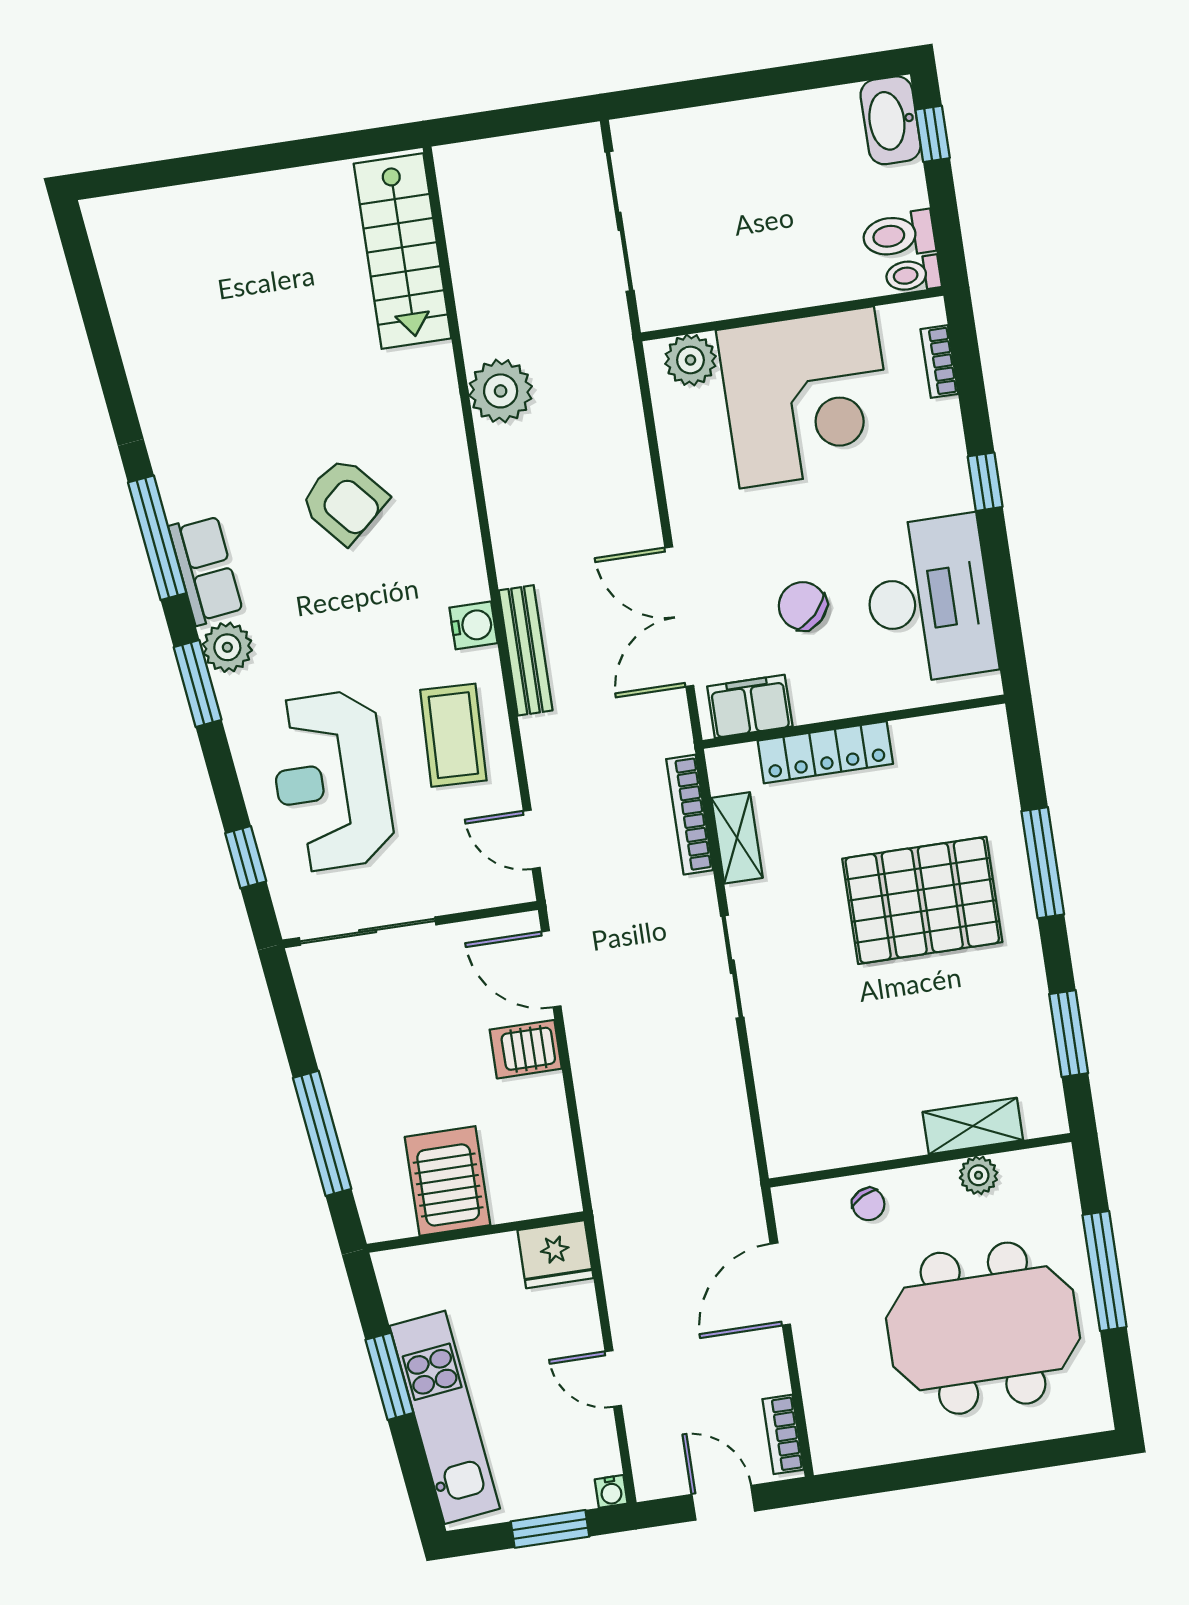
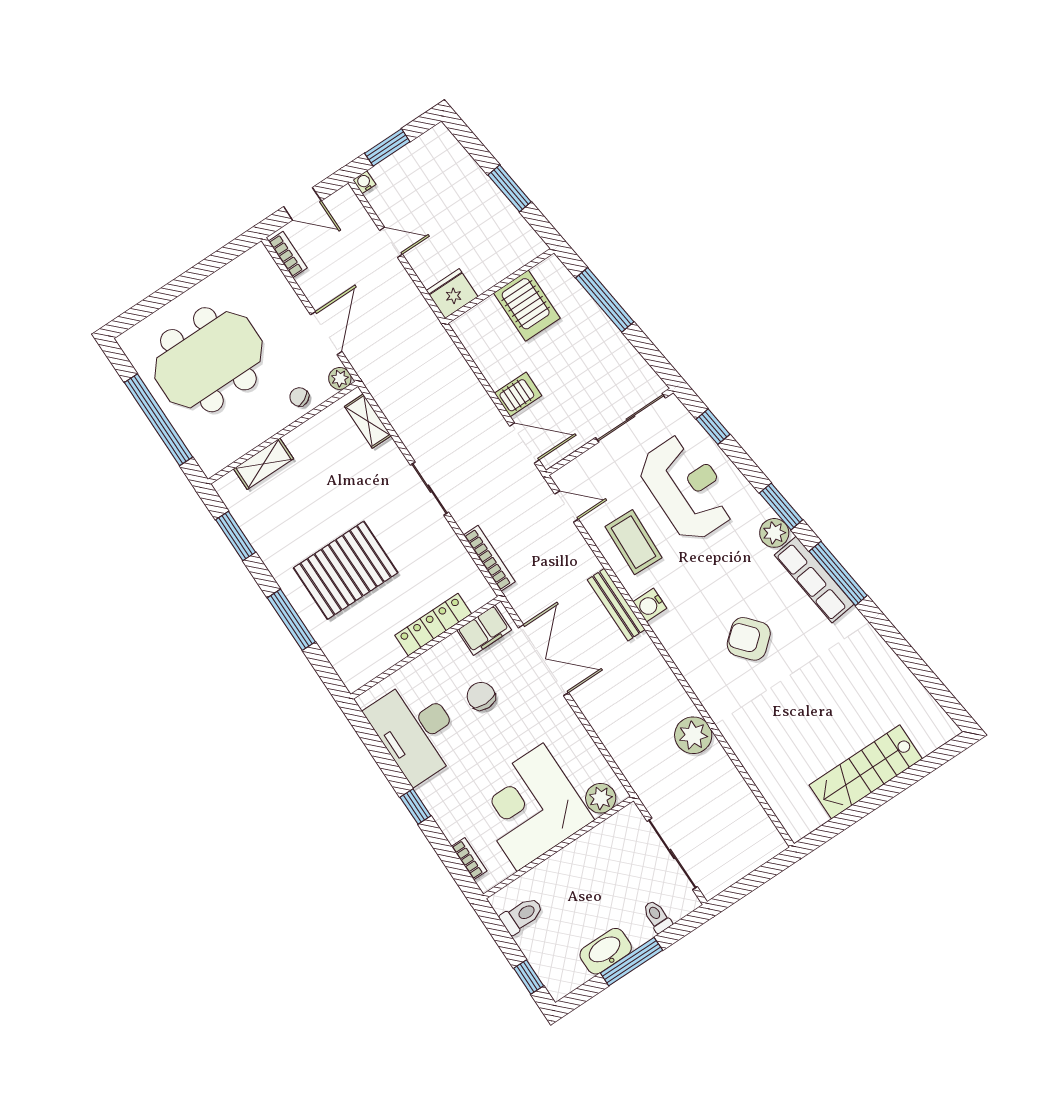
window: (761, 83) -> (631, 962), added
washbasin: (891, 120) -> (606, 951), moved, turned -90
stairs: (402, 251) -> (866, 772), moved, turned -90
toilet: (913, 275) -> (657, 916), moved, turned -90
row of seats: (206, 570) -> (814, 580), width x1.48
chair: (803, 606) -> (481, 696), turned -135
shelving: (737, 838) -> (368, 421), moved
plant: (979, 1175) -> (340, 378), moved
window: (1105, 1271) -> (158, 420), width x1.46
kitchen unit: (445, 1417) -> (470, 180), removed

